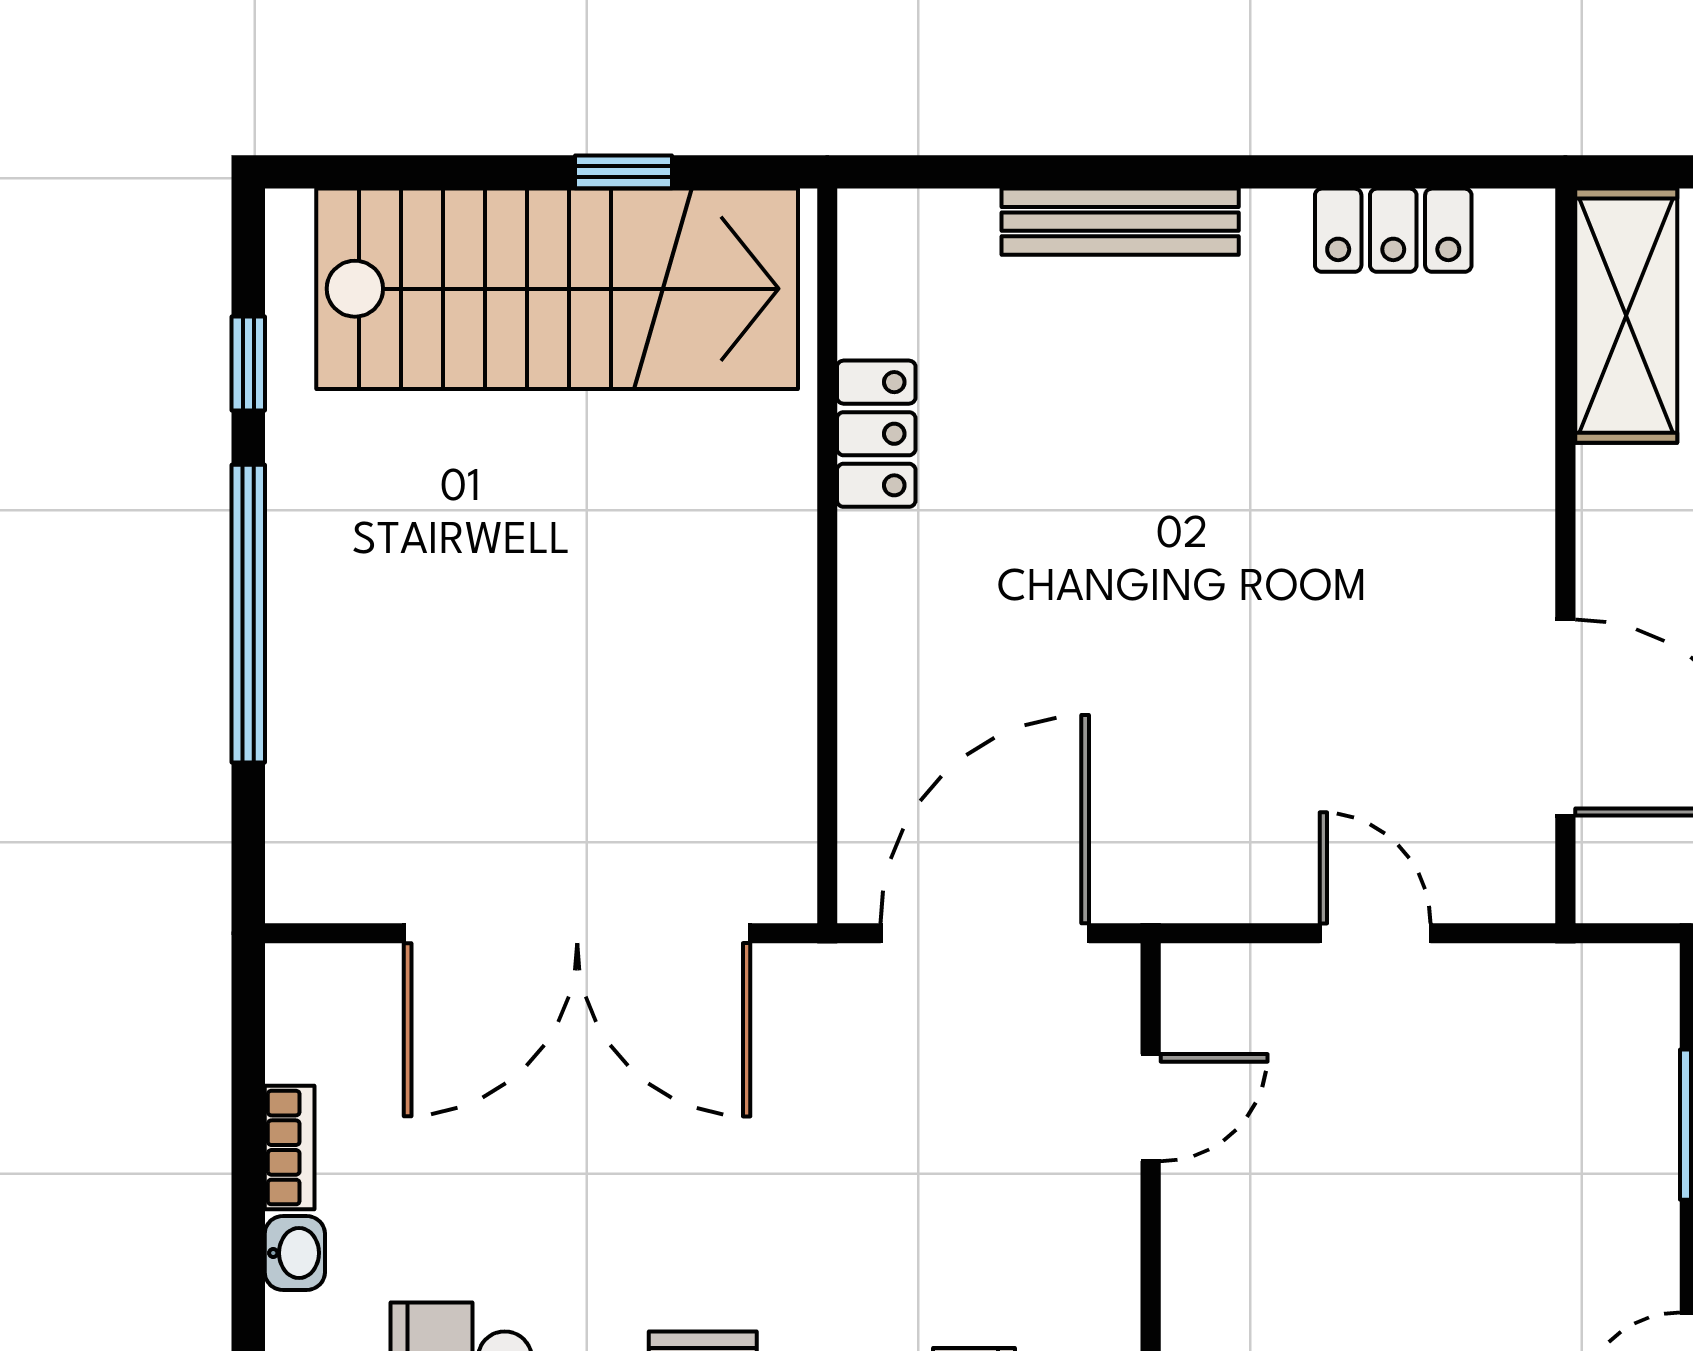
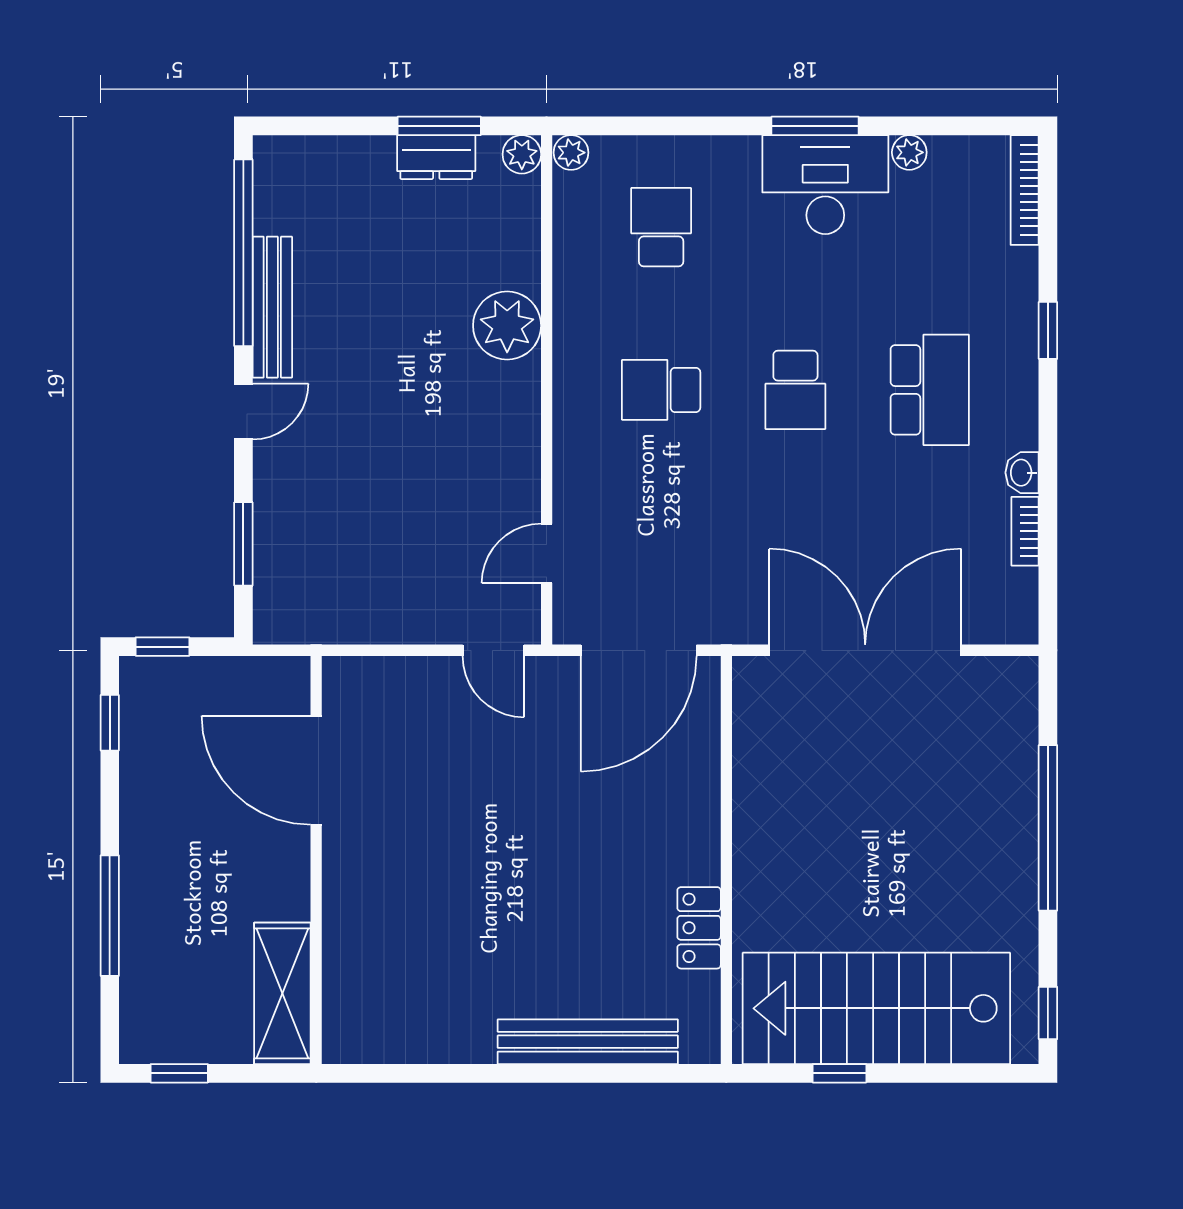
bench: (1120, 222) -> (588, 1042), width x1.37, depth x1.21
locker: (1393, 230) -> (412, 1041), removed
window: (248, 364) -> (1048, 1013), moved
door: (1375, 933) -> (493, 650), moved

